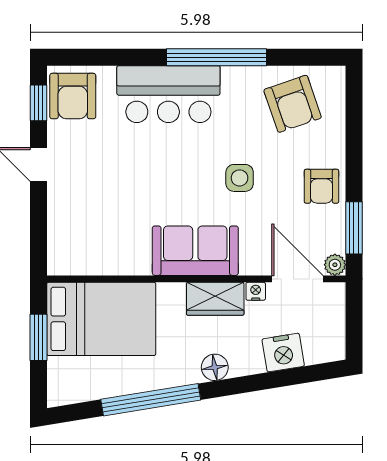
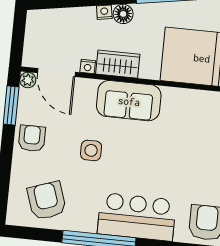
nightstand: (283, 353) -> (104, 12), moved, width x0.53, depth x0.56

